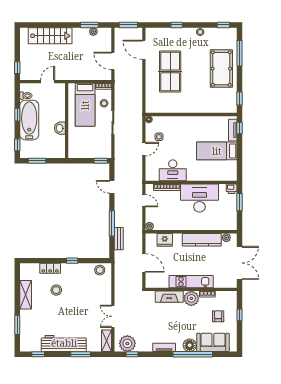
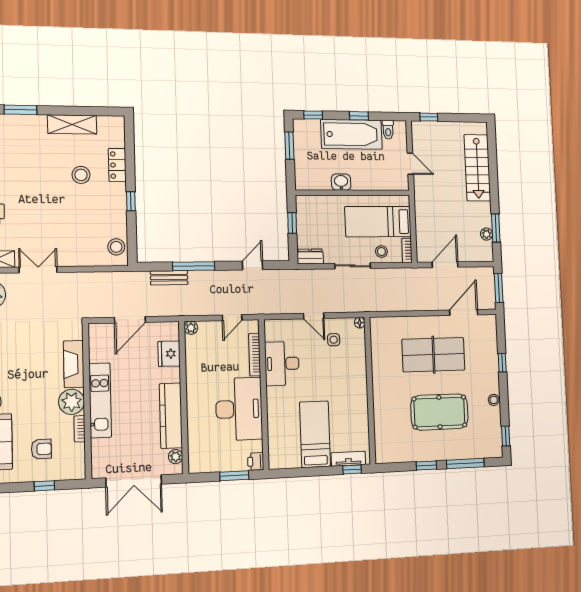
pool table: (221, 69) -> (439, 412), moved
window: (239, 99) -> (426, 466), moved
dresser: (107, 150) -> (310, 256), added
window: (101, 161) -> (292, 223), moved

